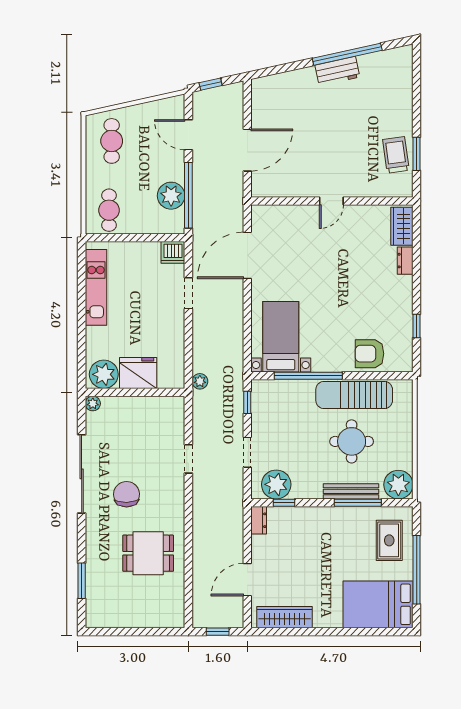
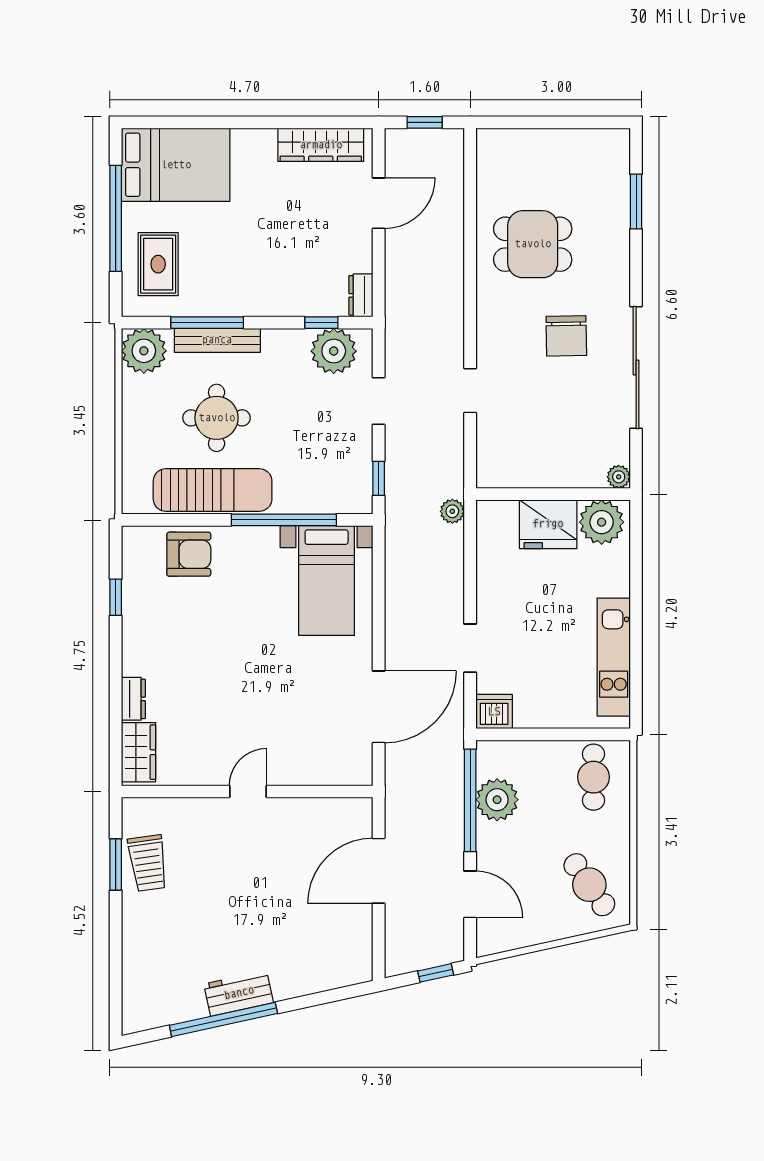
cafe table: (112, 141) -> (589, 885), turned -35

